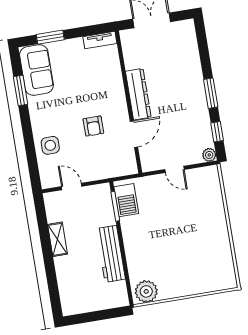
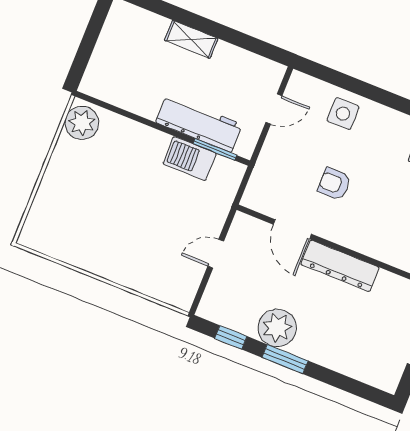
plant: (209, 155) -> (277, 328), moved, width x1.88, depth x1.88
barbecue: (126, 200) -> (190, 158), moved
shelving: (57, 239) -> (191, 39), moved
workbench: (111, 254) -> (199, 123), moved

